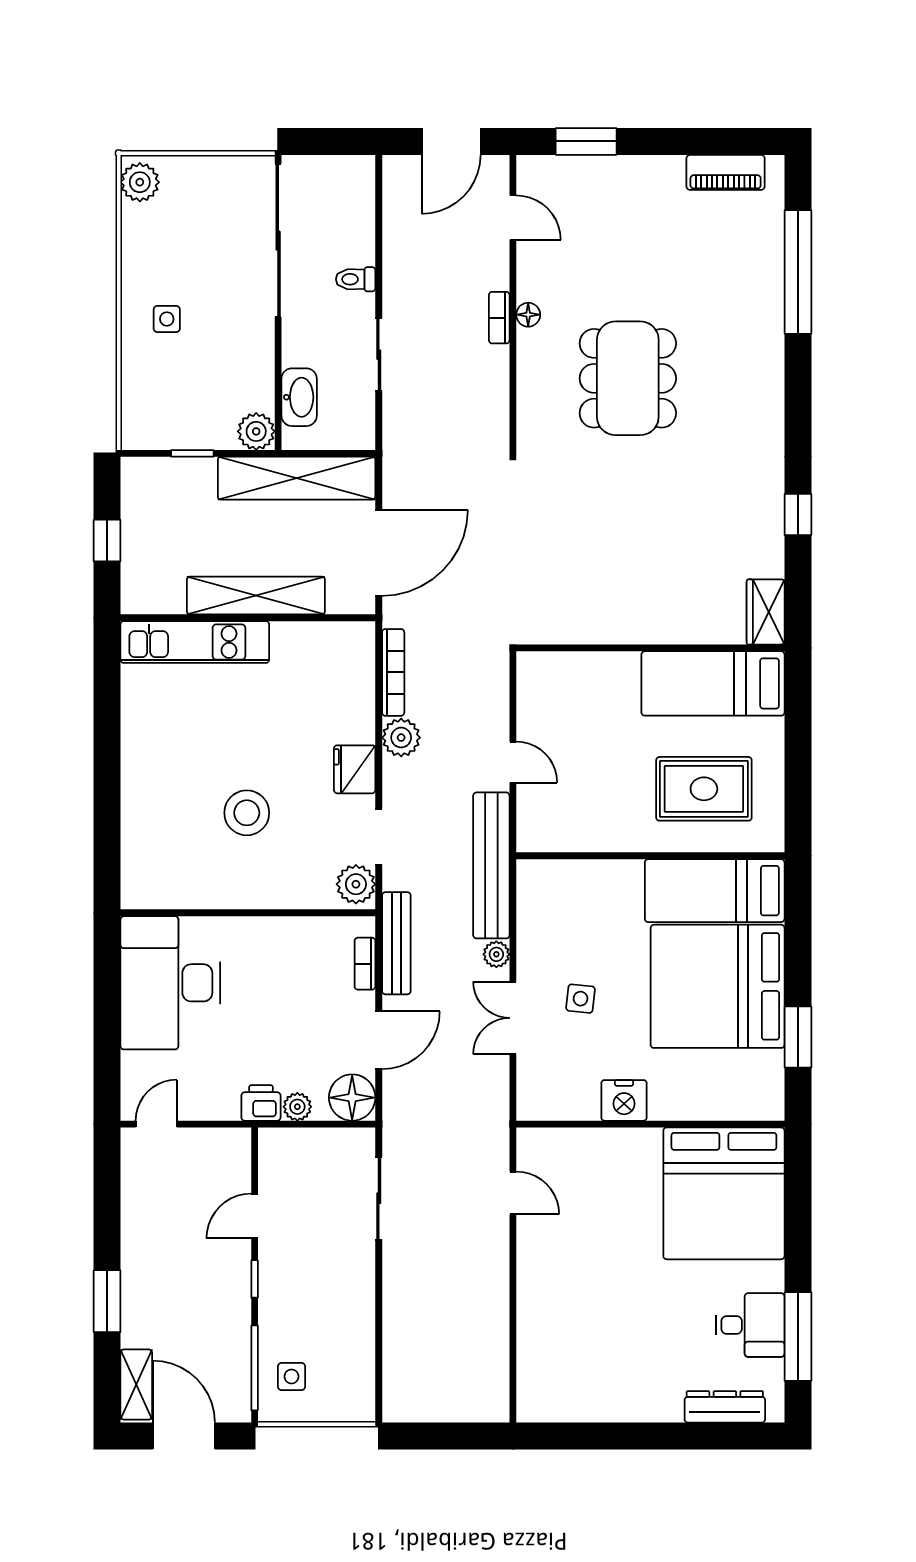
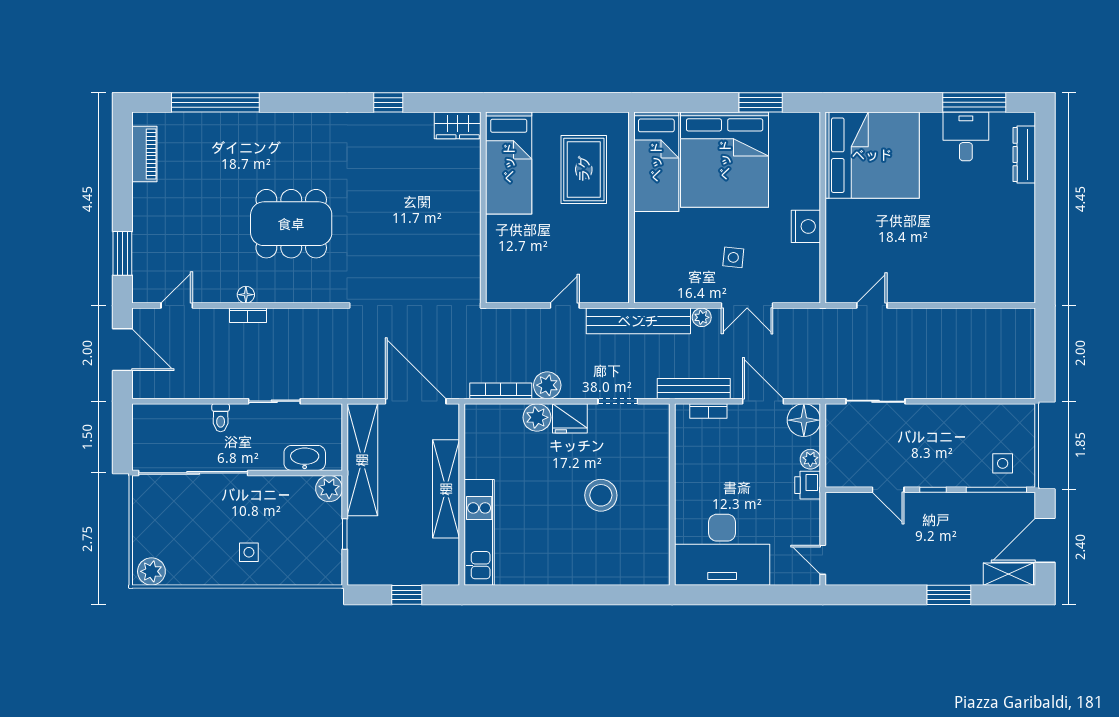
plant: (356, 884) -> (537, 417), moved

